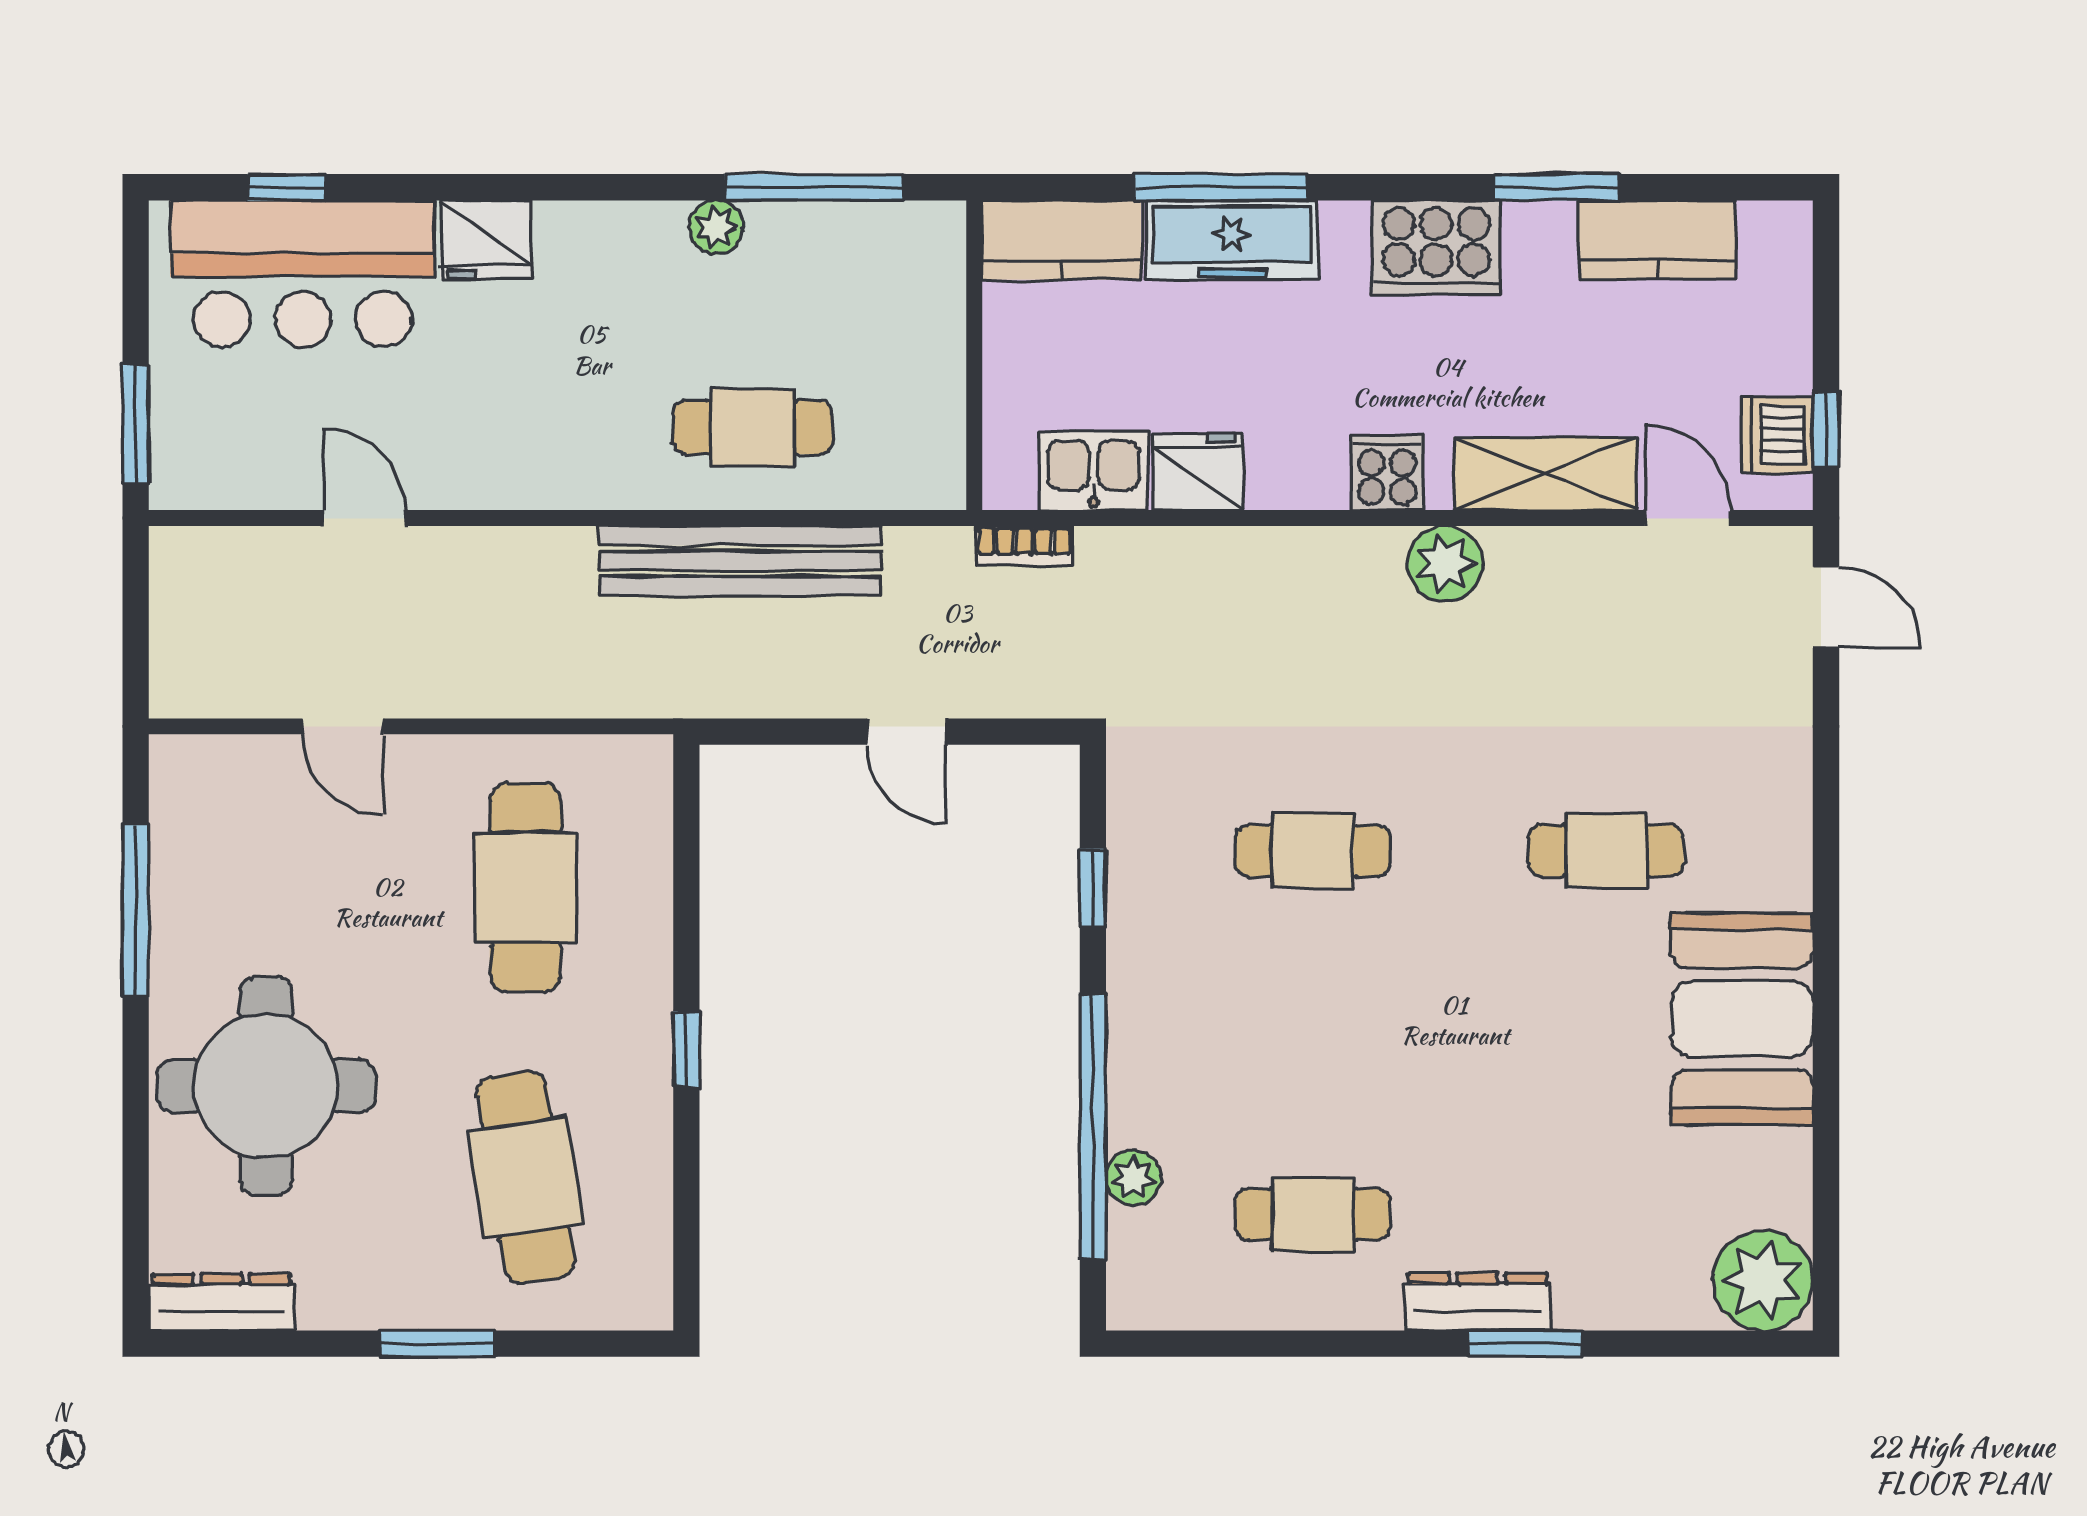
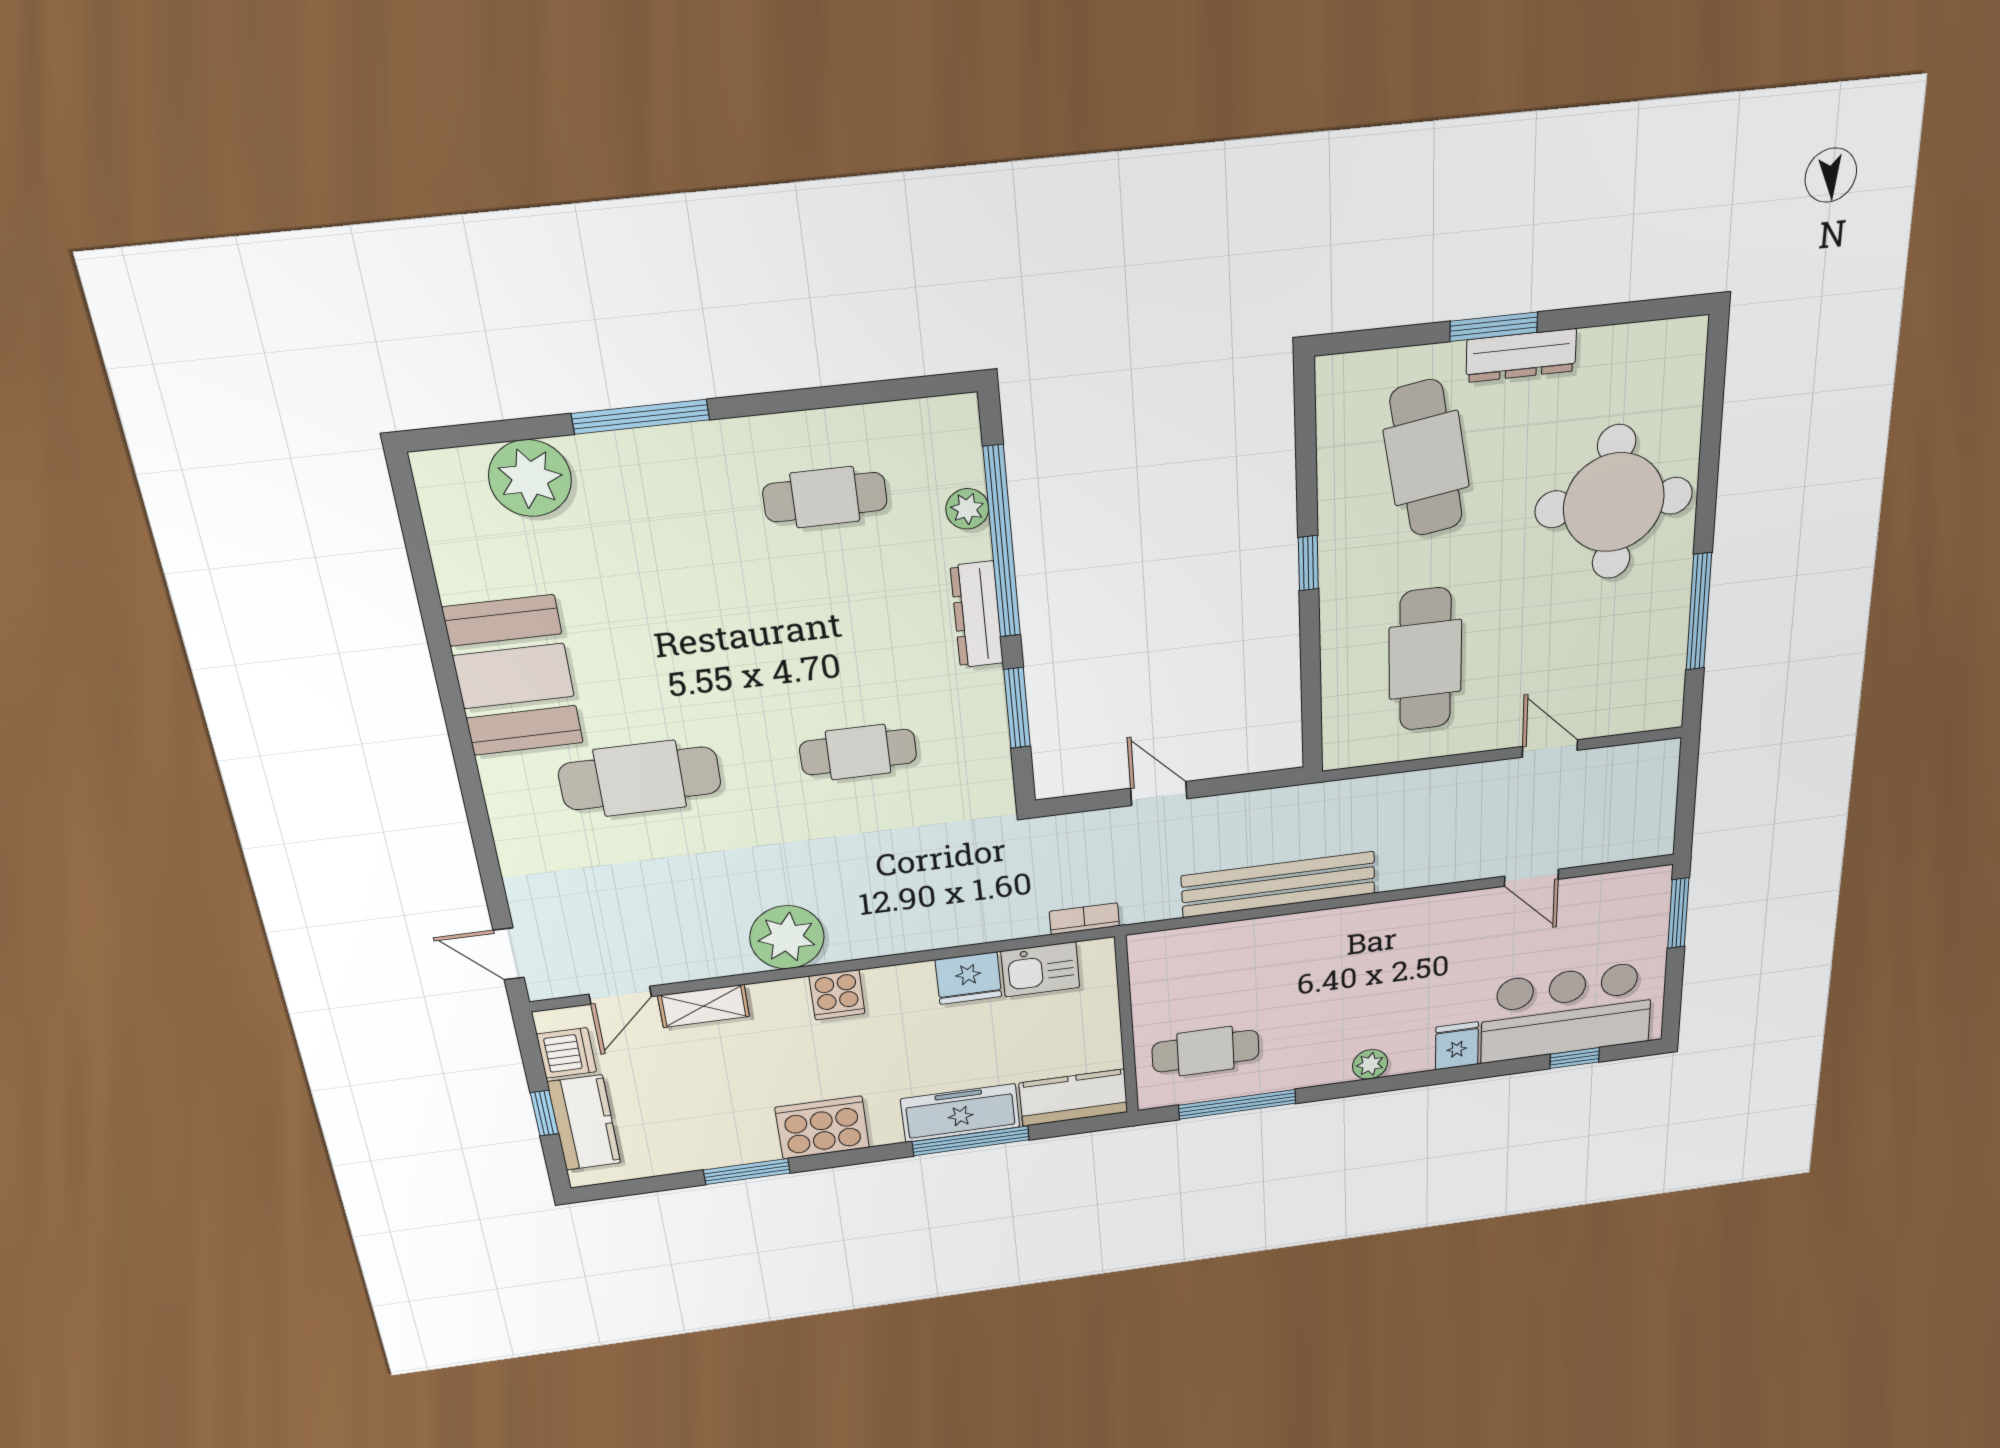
plant: (716, 227) -> (1370, 1064), moved
fridge: (486, 240) -> (1457, 1046), width x0.72
kitchen counter: (1657, 240) -> (584, 1123), moved, turned 90
cafe table: (753, 428) -> (1206, 1051), moved
window: (1826, 430) -> (544, 1113), moved
shelving: (1545, 474) -> (704, 1006), width x0.67, depth x0.75
door: (1687, 518) -> (620, 995), hinge flipped
plant: (1445, 564) -> (787, 937), width x1.36, depth x1.36
cafe table: (1606, 851) -> (640, 778), width x1.37, depth x1.35
window: (1093, 888) -> (1017, 708), width x1.50
plant: (1763, 1281) -> (530, 478), moved
dresser: (221, 1302) -> (1521, 355), moved
dresser: (1477, 1302) -> (977, 615), moved, turned 90
window: (1525, 1344) -> (641, 417), width x1.44

